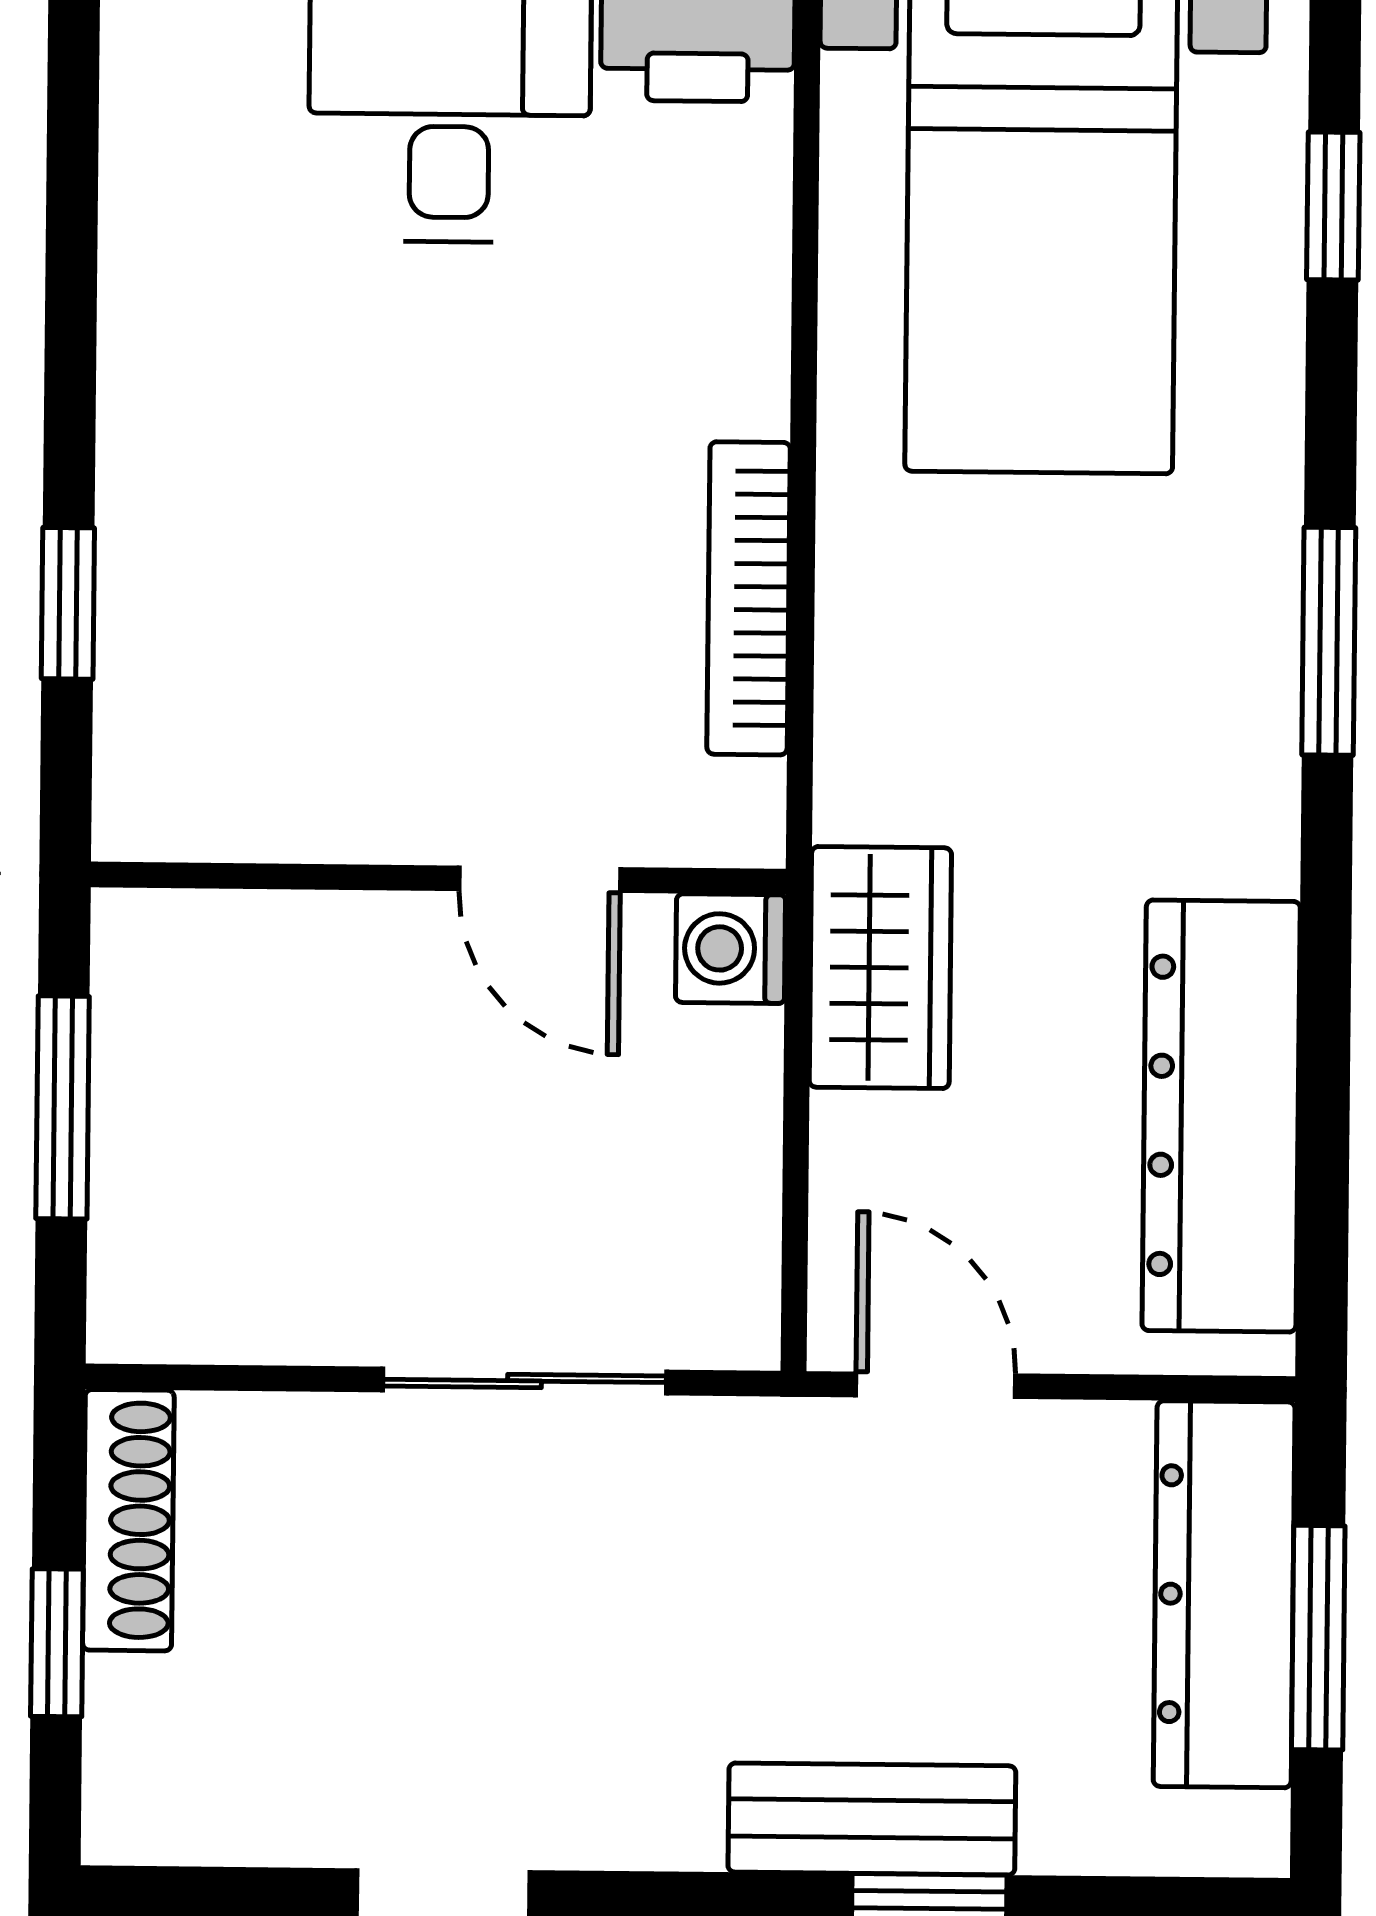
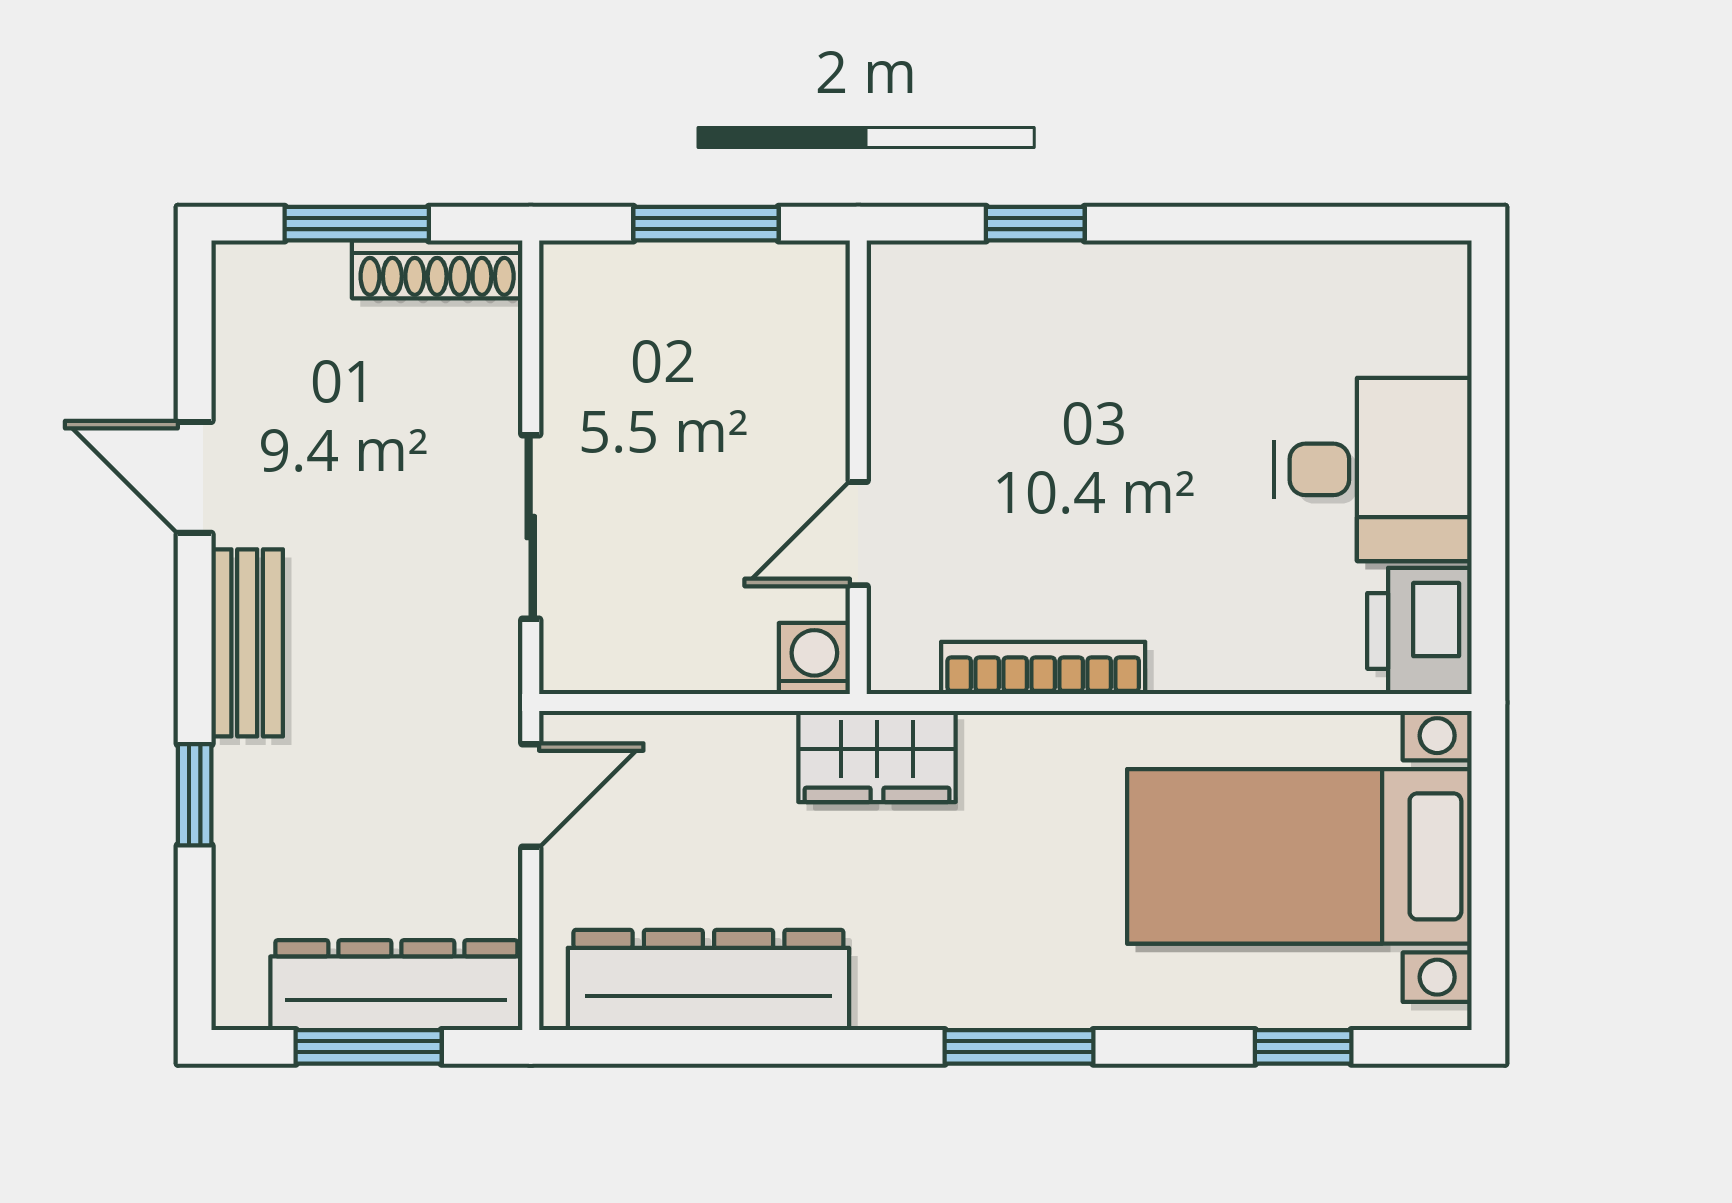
wardrobe: (880, 968) -> (877, 756), moved
window: (57, 1643) -> (357, 224), width x1.50
bench: (872, 1819) -> (247, 643), moved

